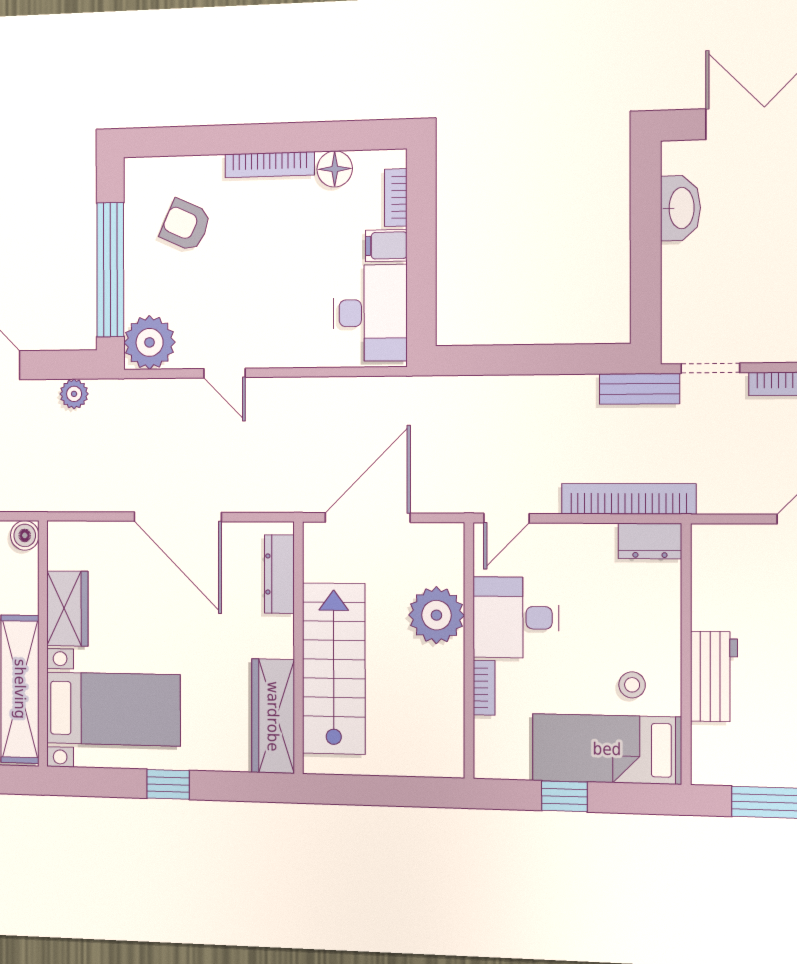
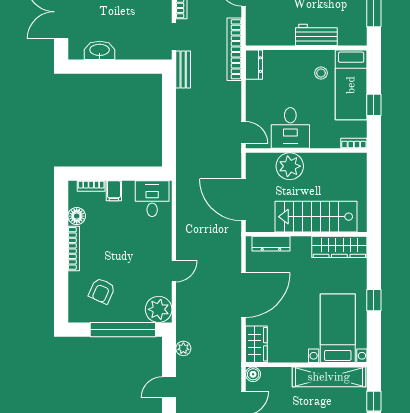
desk: (370, 313) -> (152, 199), width x0.73
bookcase: (629, 499) -> (234, 49), moved
wardrobe: (67, 608) -> (256, 344), moved, turned 90
bookcase: (484, 688) -> (354, 143), moved

